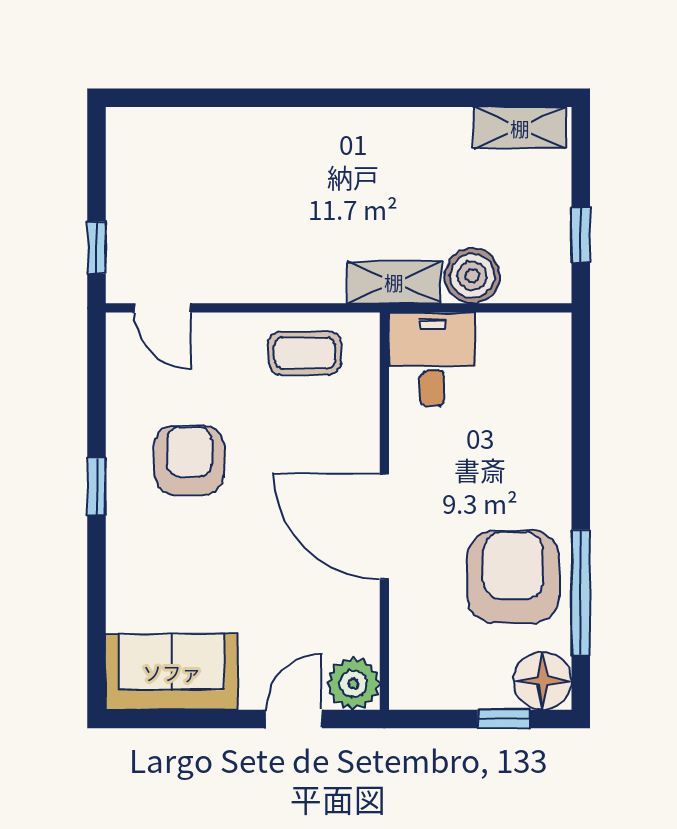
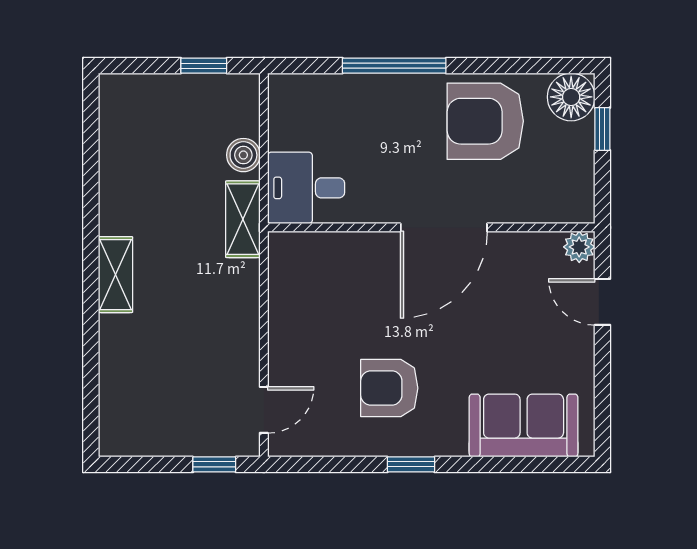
shelving: (520, 128) -> (115, 275), moved
boiler: (472, 276) -> (243, 155), width x0.73, depth x0.73
coffee table: (305, 353) -> (301, 293), removed
window: (581, 593) -> (394, 66), moved
sofa: (172, 672) -> (524, 425), moved, turned 90
plant: (353, 684) -> (579, 247), width x0.73, depth x0.73

